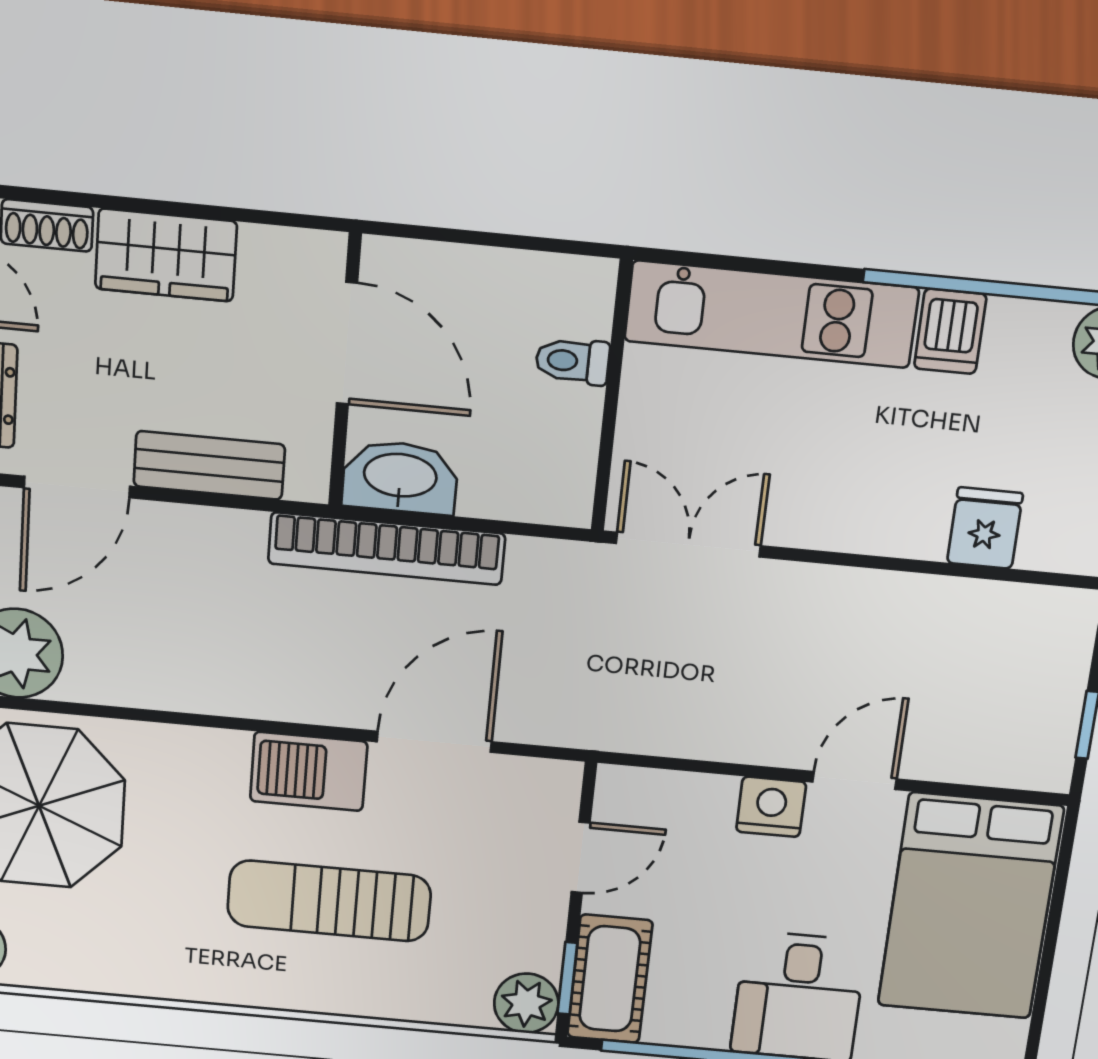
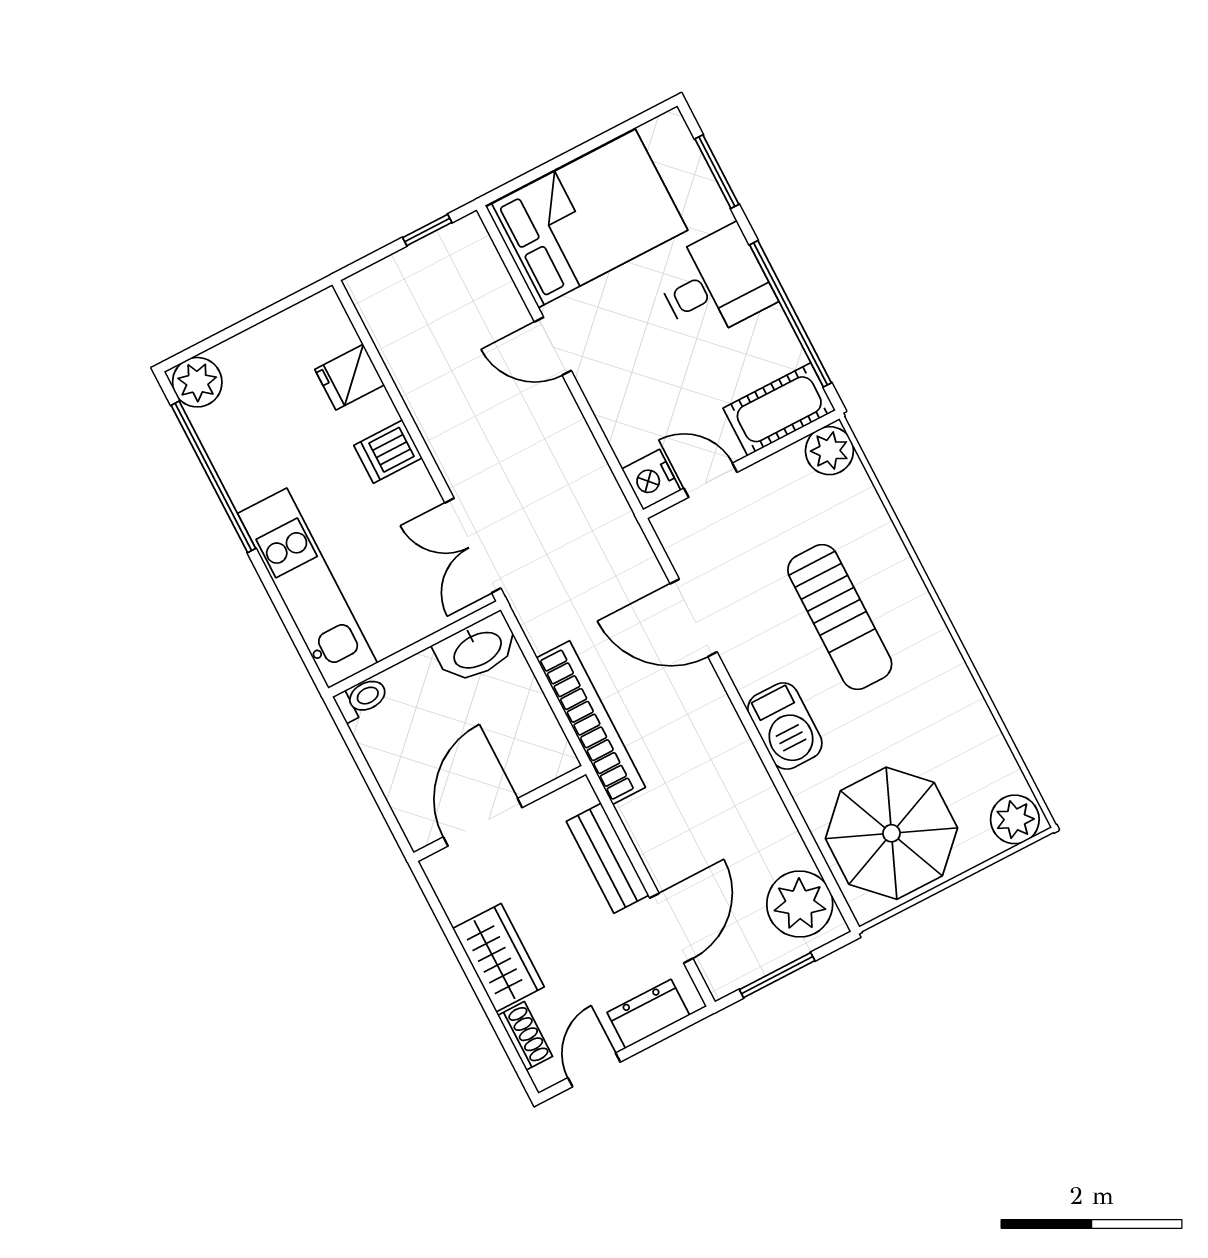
dishwasher: (950, 331) -> (388, 452), moved, turned 180
toilet: (573, 361) -> (362, 699), moved, turned -90
washbasin: (400, 477) -> (477, 649), moved, turned -90
door: (77, 487) -> (671, 928), hinge flipped
barbecue: (309, 771) -> (785, 726), moved
nightstand: (771, 807) -> (651, 480), moved
window: (567, 978) -> (796, 436), removed

